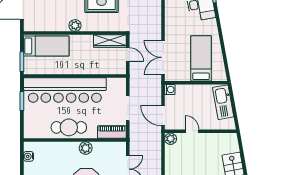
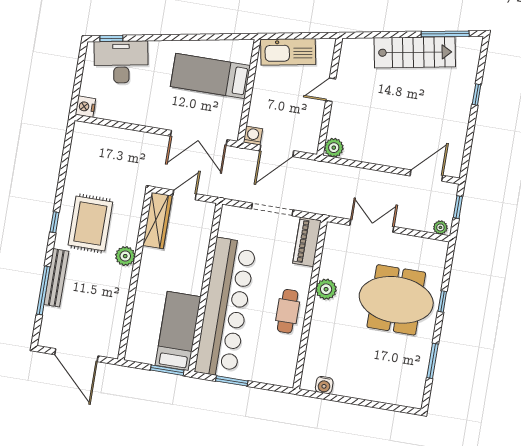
plant: (75, 25) -> (125, 256), moved
bed: (46, 46) -> (178, 331), moved
door: (163, 116) -> (277, 151), moved
cafe table: (69, 127) -> (288, 311), width x0.73, depth x0.74
door: (192, 131) -> (331, 90), moved

